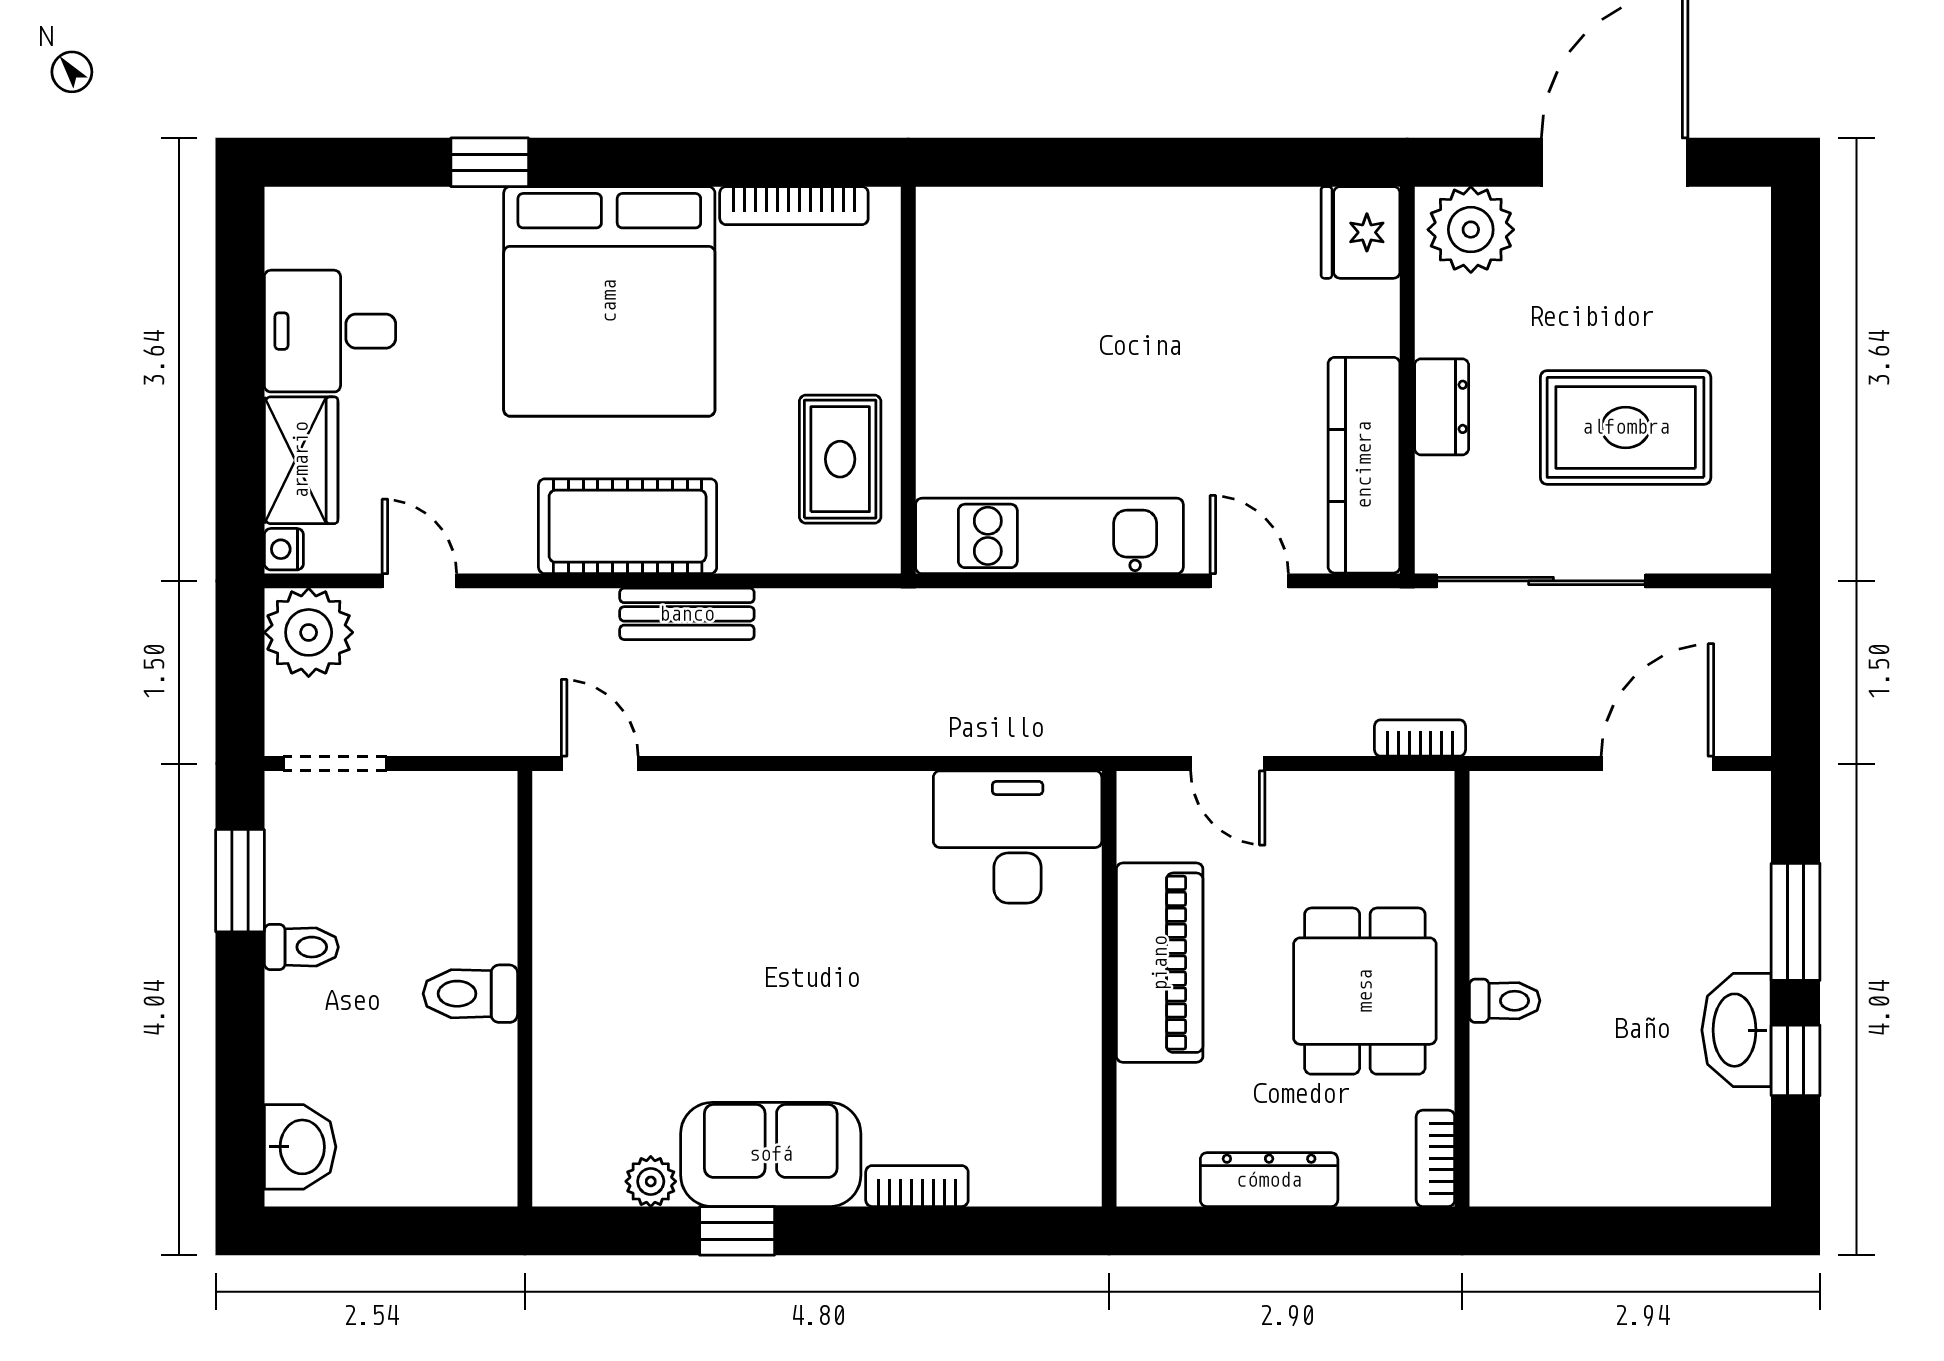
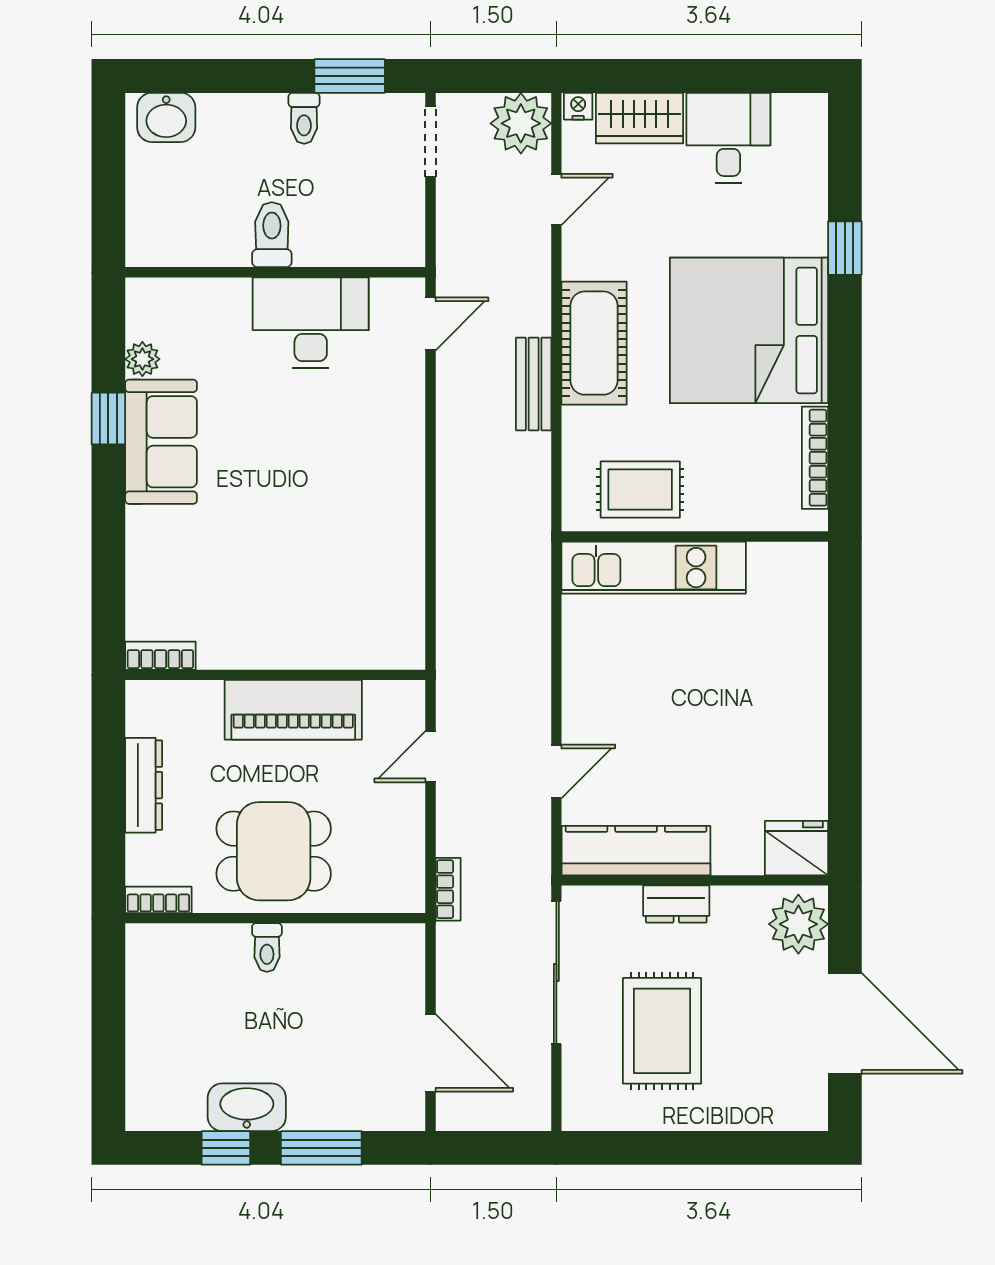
kitchen unit: (1049, 536) -> (654, 568), moved, turned 90
desk: (1018, 837) -> (311, 323), moved, turned -90
bookcase: (917, 1186) -> (160, 656), moved, turned -90

